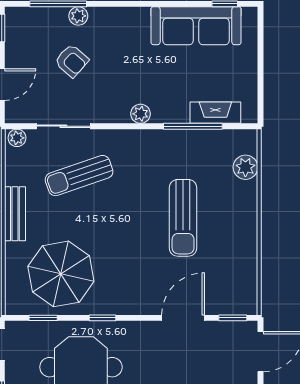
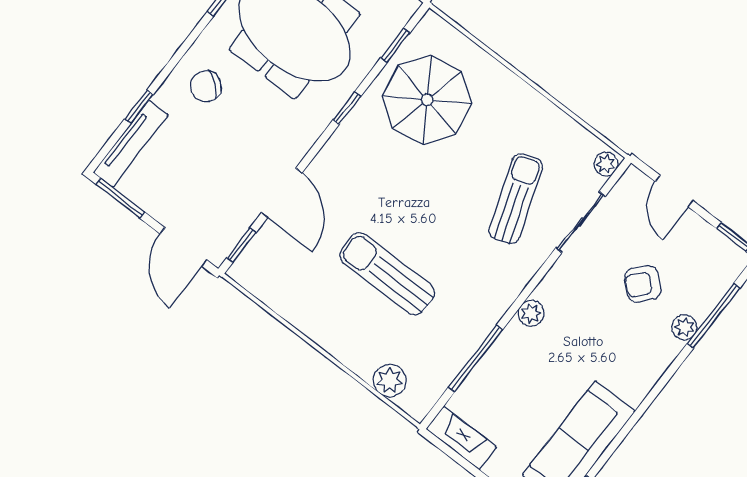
fireplace: (215, 113) -> (461, 438), moved, turned -90
bench: (15, 214) -> (528, 100), removed

